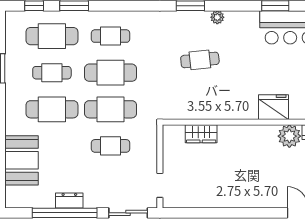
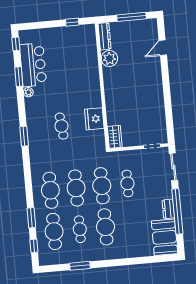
plant: (217, 17) -> (28, 92), moved
cafe table: (111, 36) -> (50, 190), width x1.37, depth x1.35
fridge: (273, 107) -> (94, 119), moved
wardrobe: (201, 134) -> (115, 137), moved
booth: (22, 160) -> (165, 237), moved, turned 90

